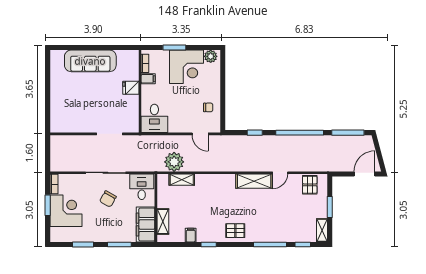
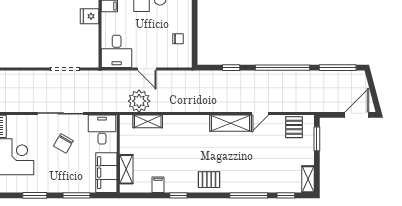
door: (200, 134) -> (147, 69), moved
window: (330, 207) -> (317, 139), moved

